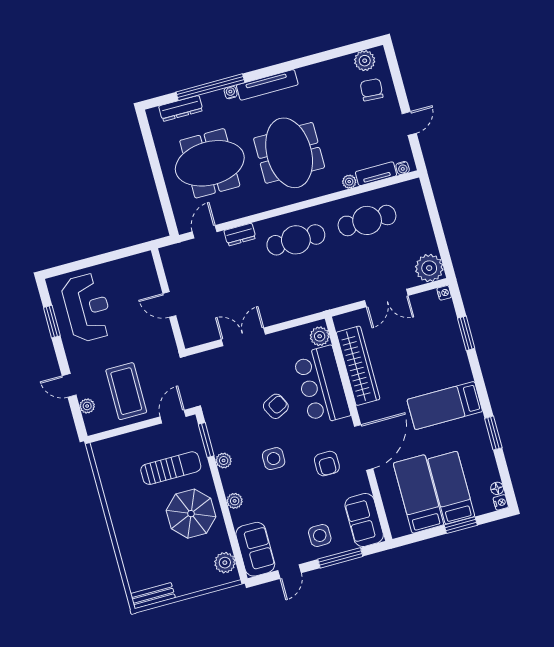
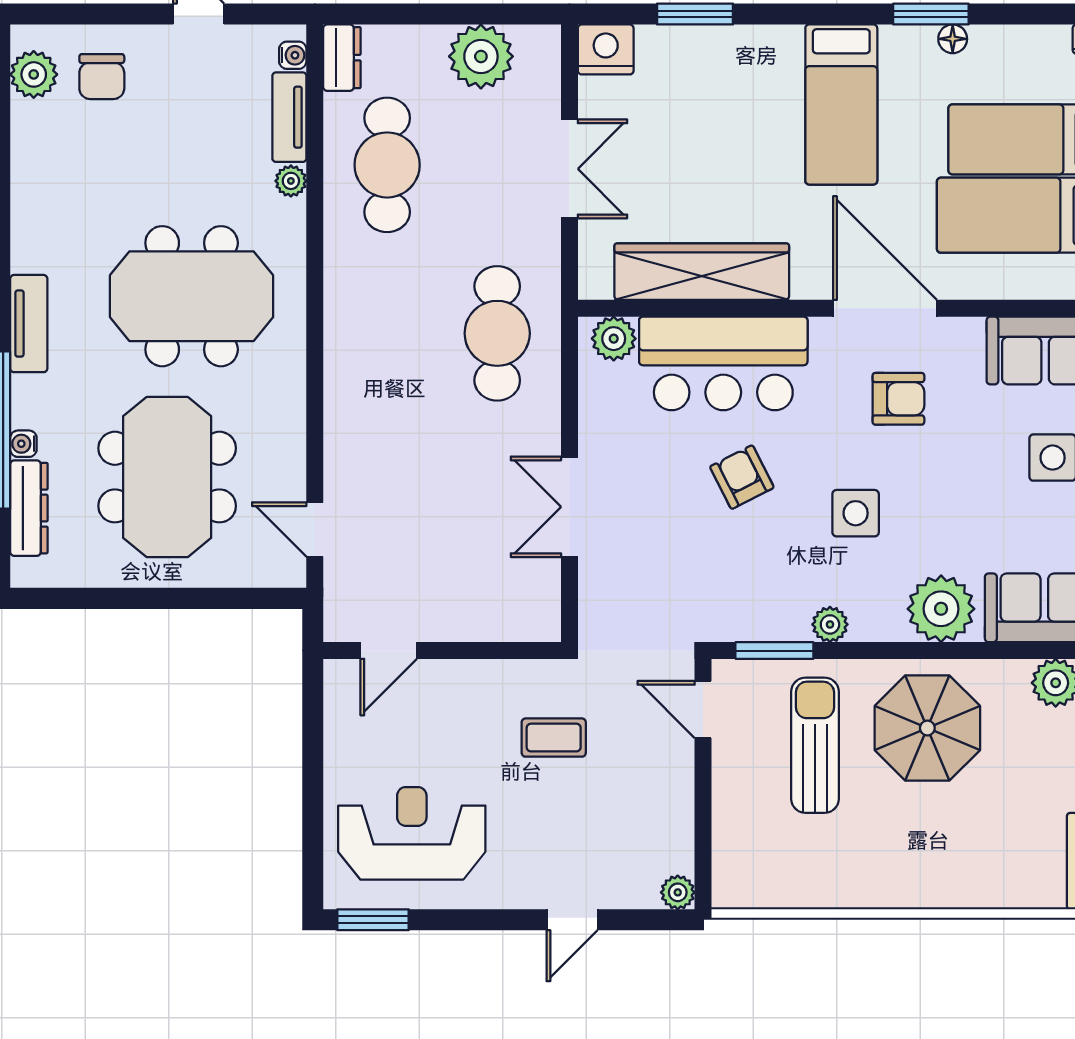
tv unit: (267, 85) -> (29, 324), width x0.71
chair: (372, 90) -> (102, 77), turned -94
water cooler: (231, 92) -> (23, 444), moved
dresser: (240, 234) -> (342, 58), moved
cafe table: (296, 240) -> (497, 333), moved
plant: (429, 268) -> (481, 56), moved
nightstand: (444, 293) -> (606, 49), width x1.89, depth x1.79
door: (169, 305) -> (389, 651), moved
window: (52, 322) -> (373, 920), moved
coffee table: (126, 391) -> (554, 738), moved, width x0.54, depth x0.58
plant: (87, 406) -> (678, 892), moved
floor lamp: (497, 488) -> (953, 39), moved
plant: (235, 501) -> (941, 609), width x1.87, depth x1.87

